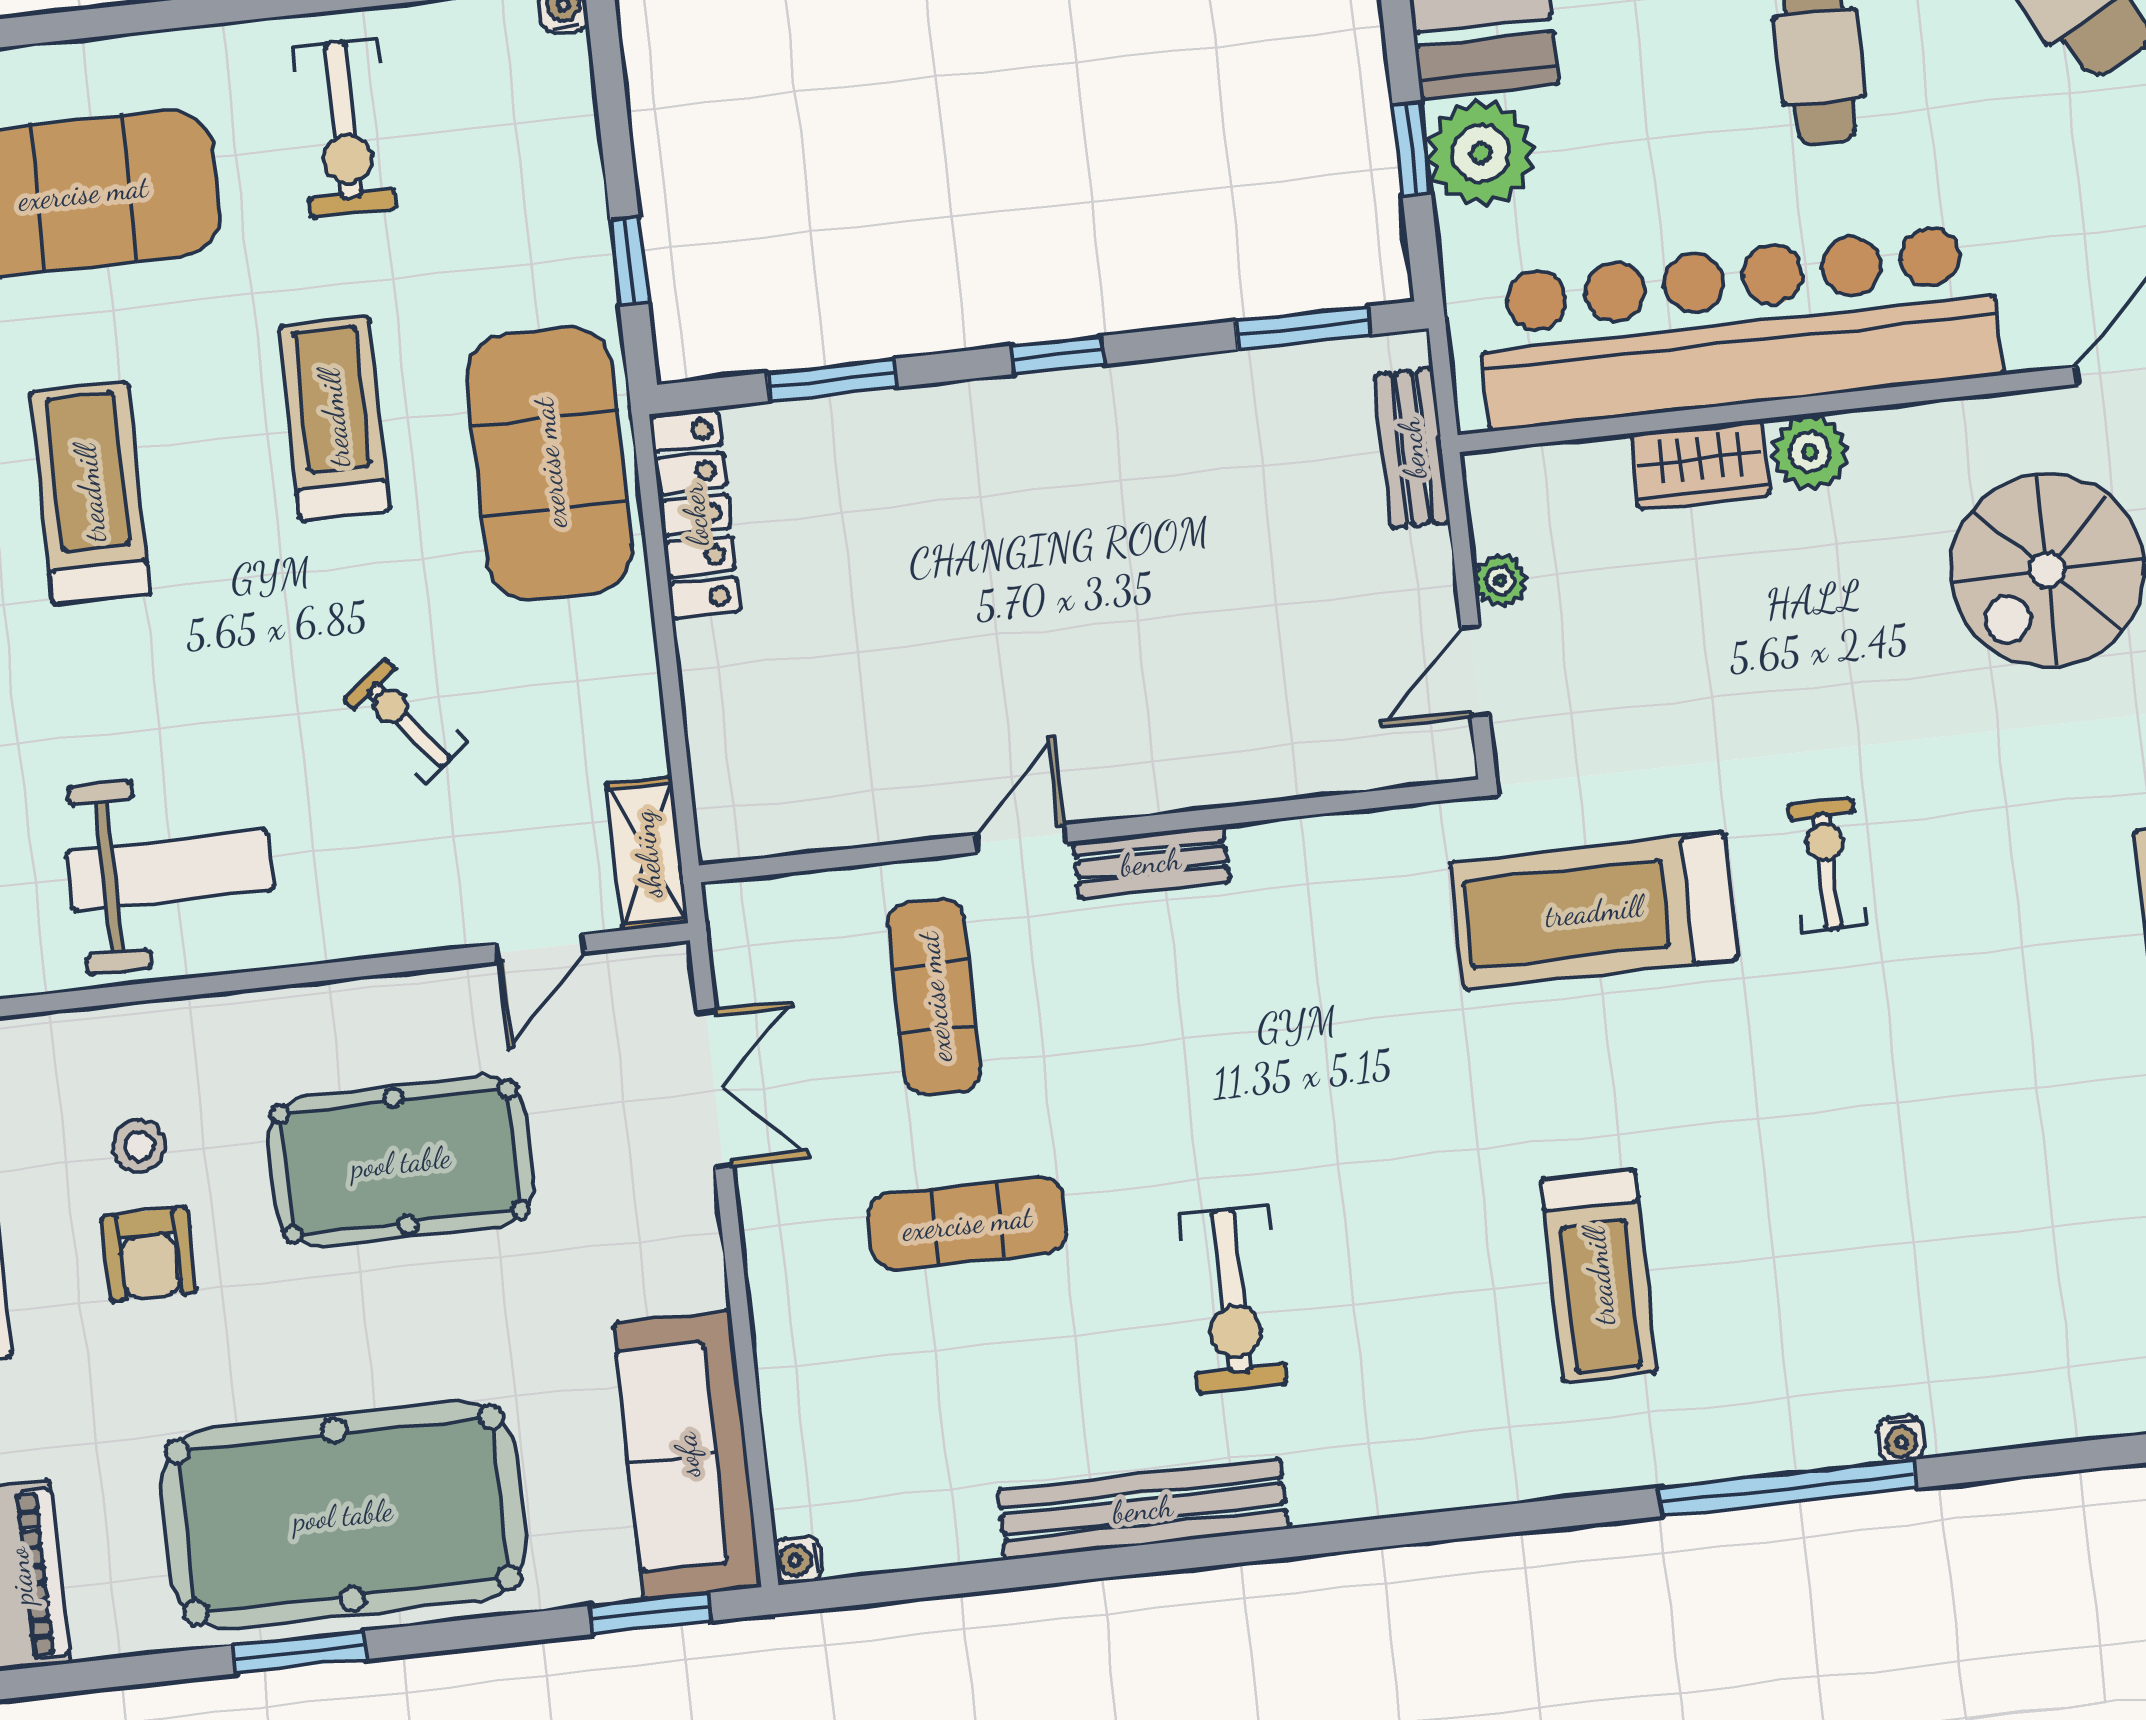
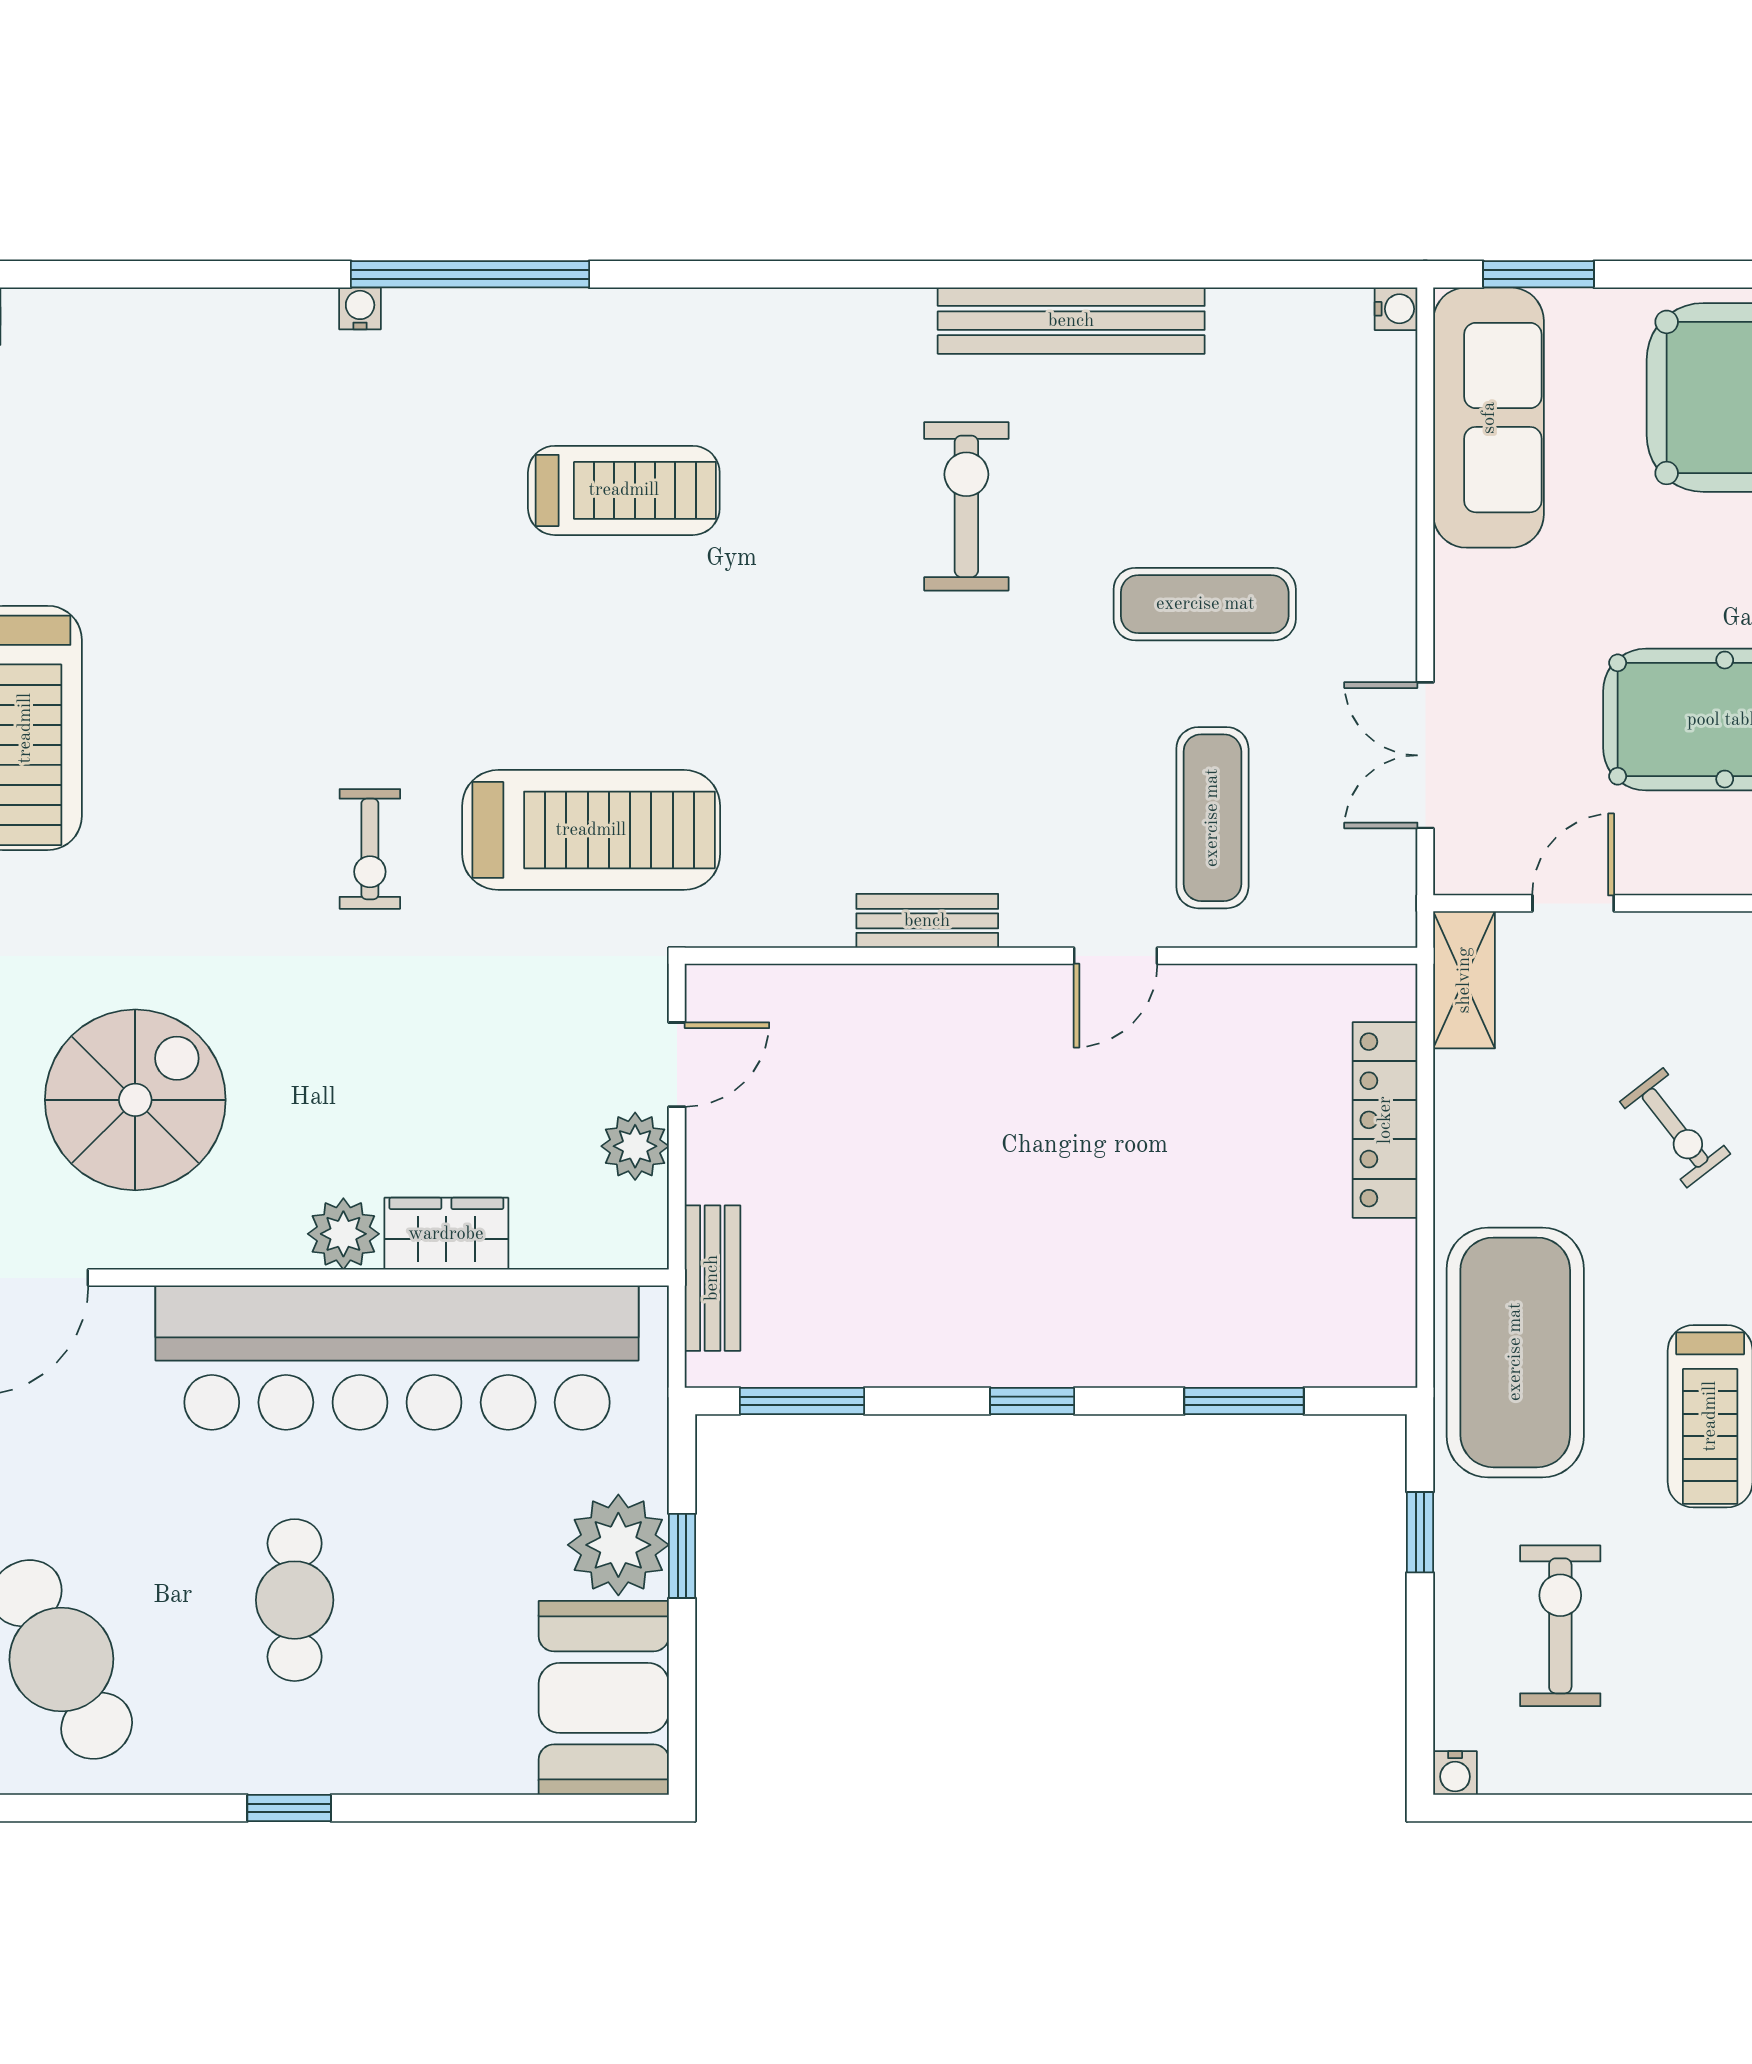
exercise bike: (344, 128) -> (1560, 1626), moved
locker: (695, 515) -> (1385, 1120), moved
plant: (1500, 580) -> (635, 1146), width x1.38, depth x1.38
bench: (1151, 862) -> (927, 921), moved
treadmill: (1599, 1276) -> (624, 490), turned 90

